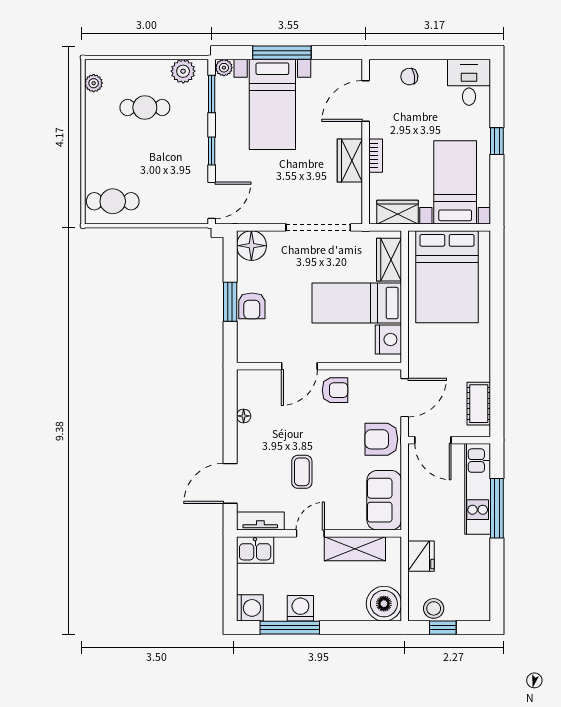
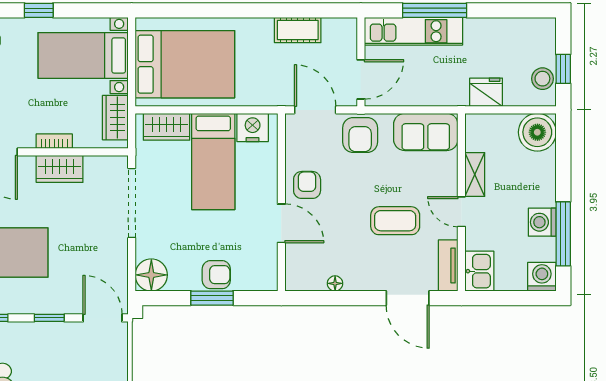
cot: (479, 404) -> (298, 30), moved
coffee table: (302, 472) -> (395, 221), width x1.36, depth x1.30
shelving: (355, 549) -> (475, 175), width x0.67, depth x0.75

